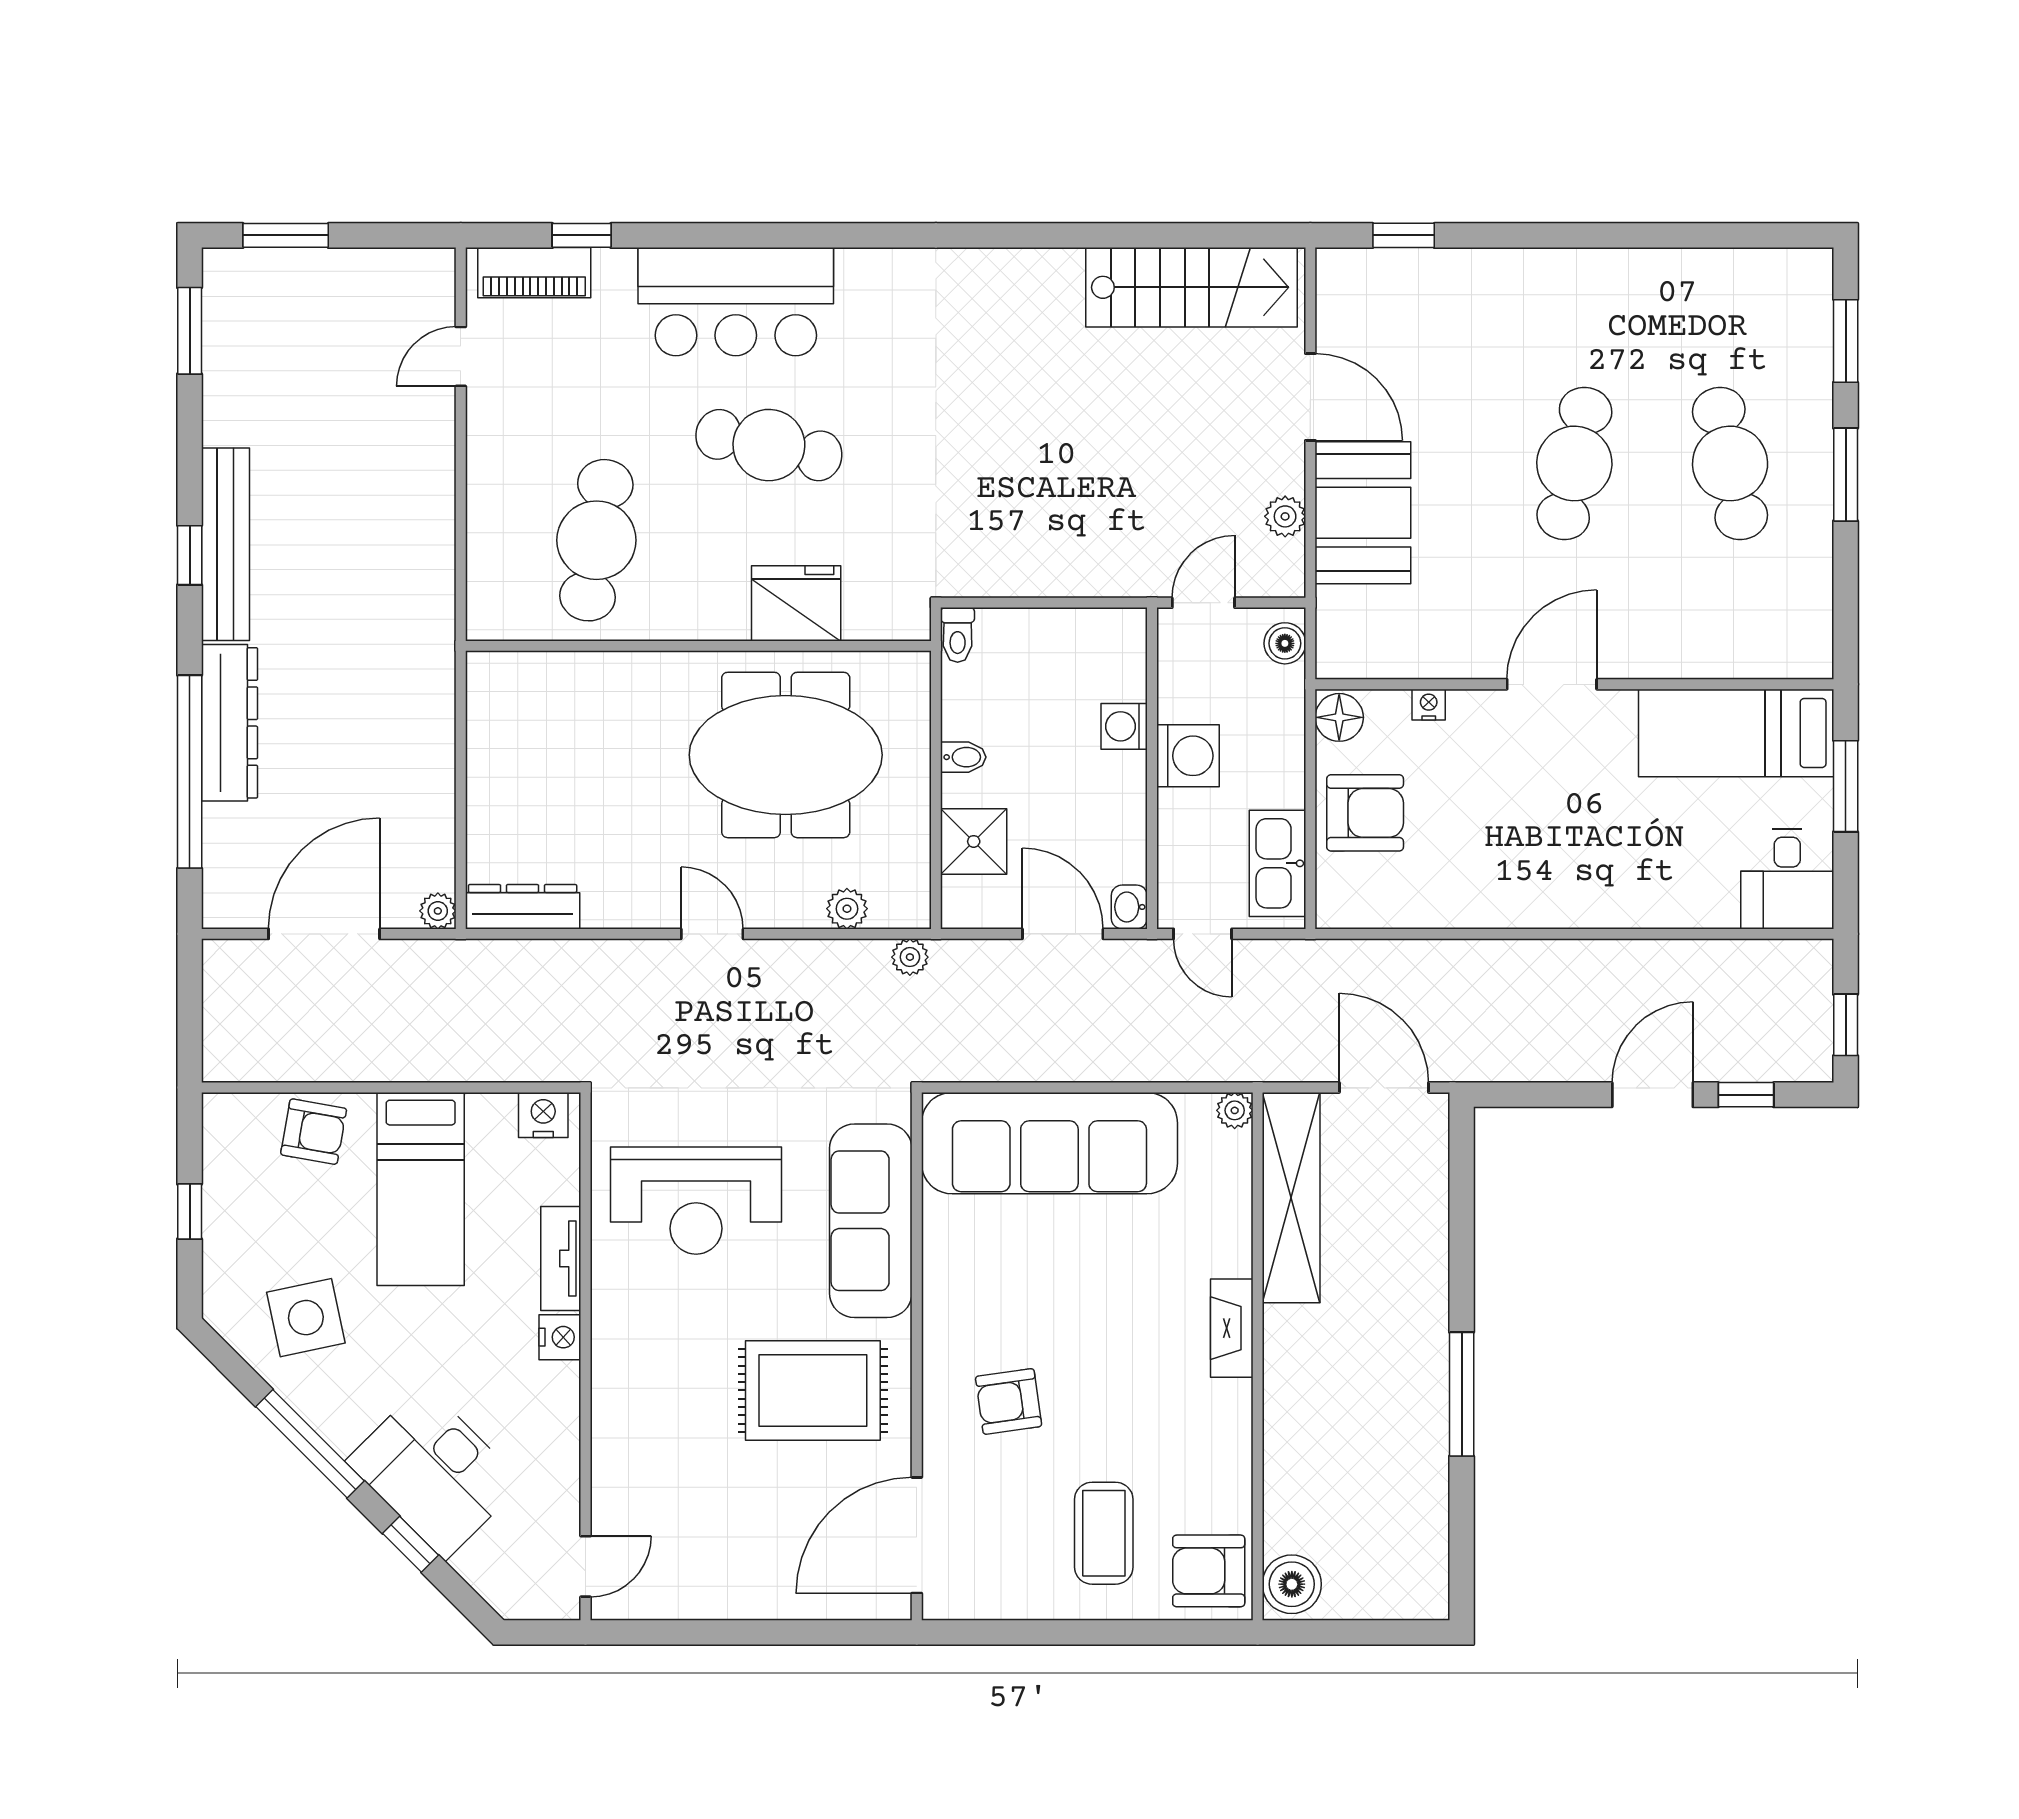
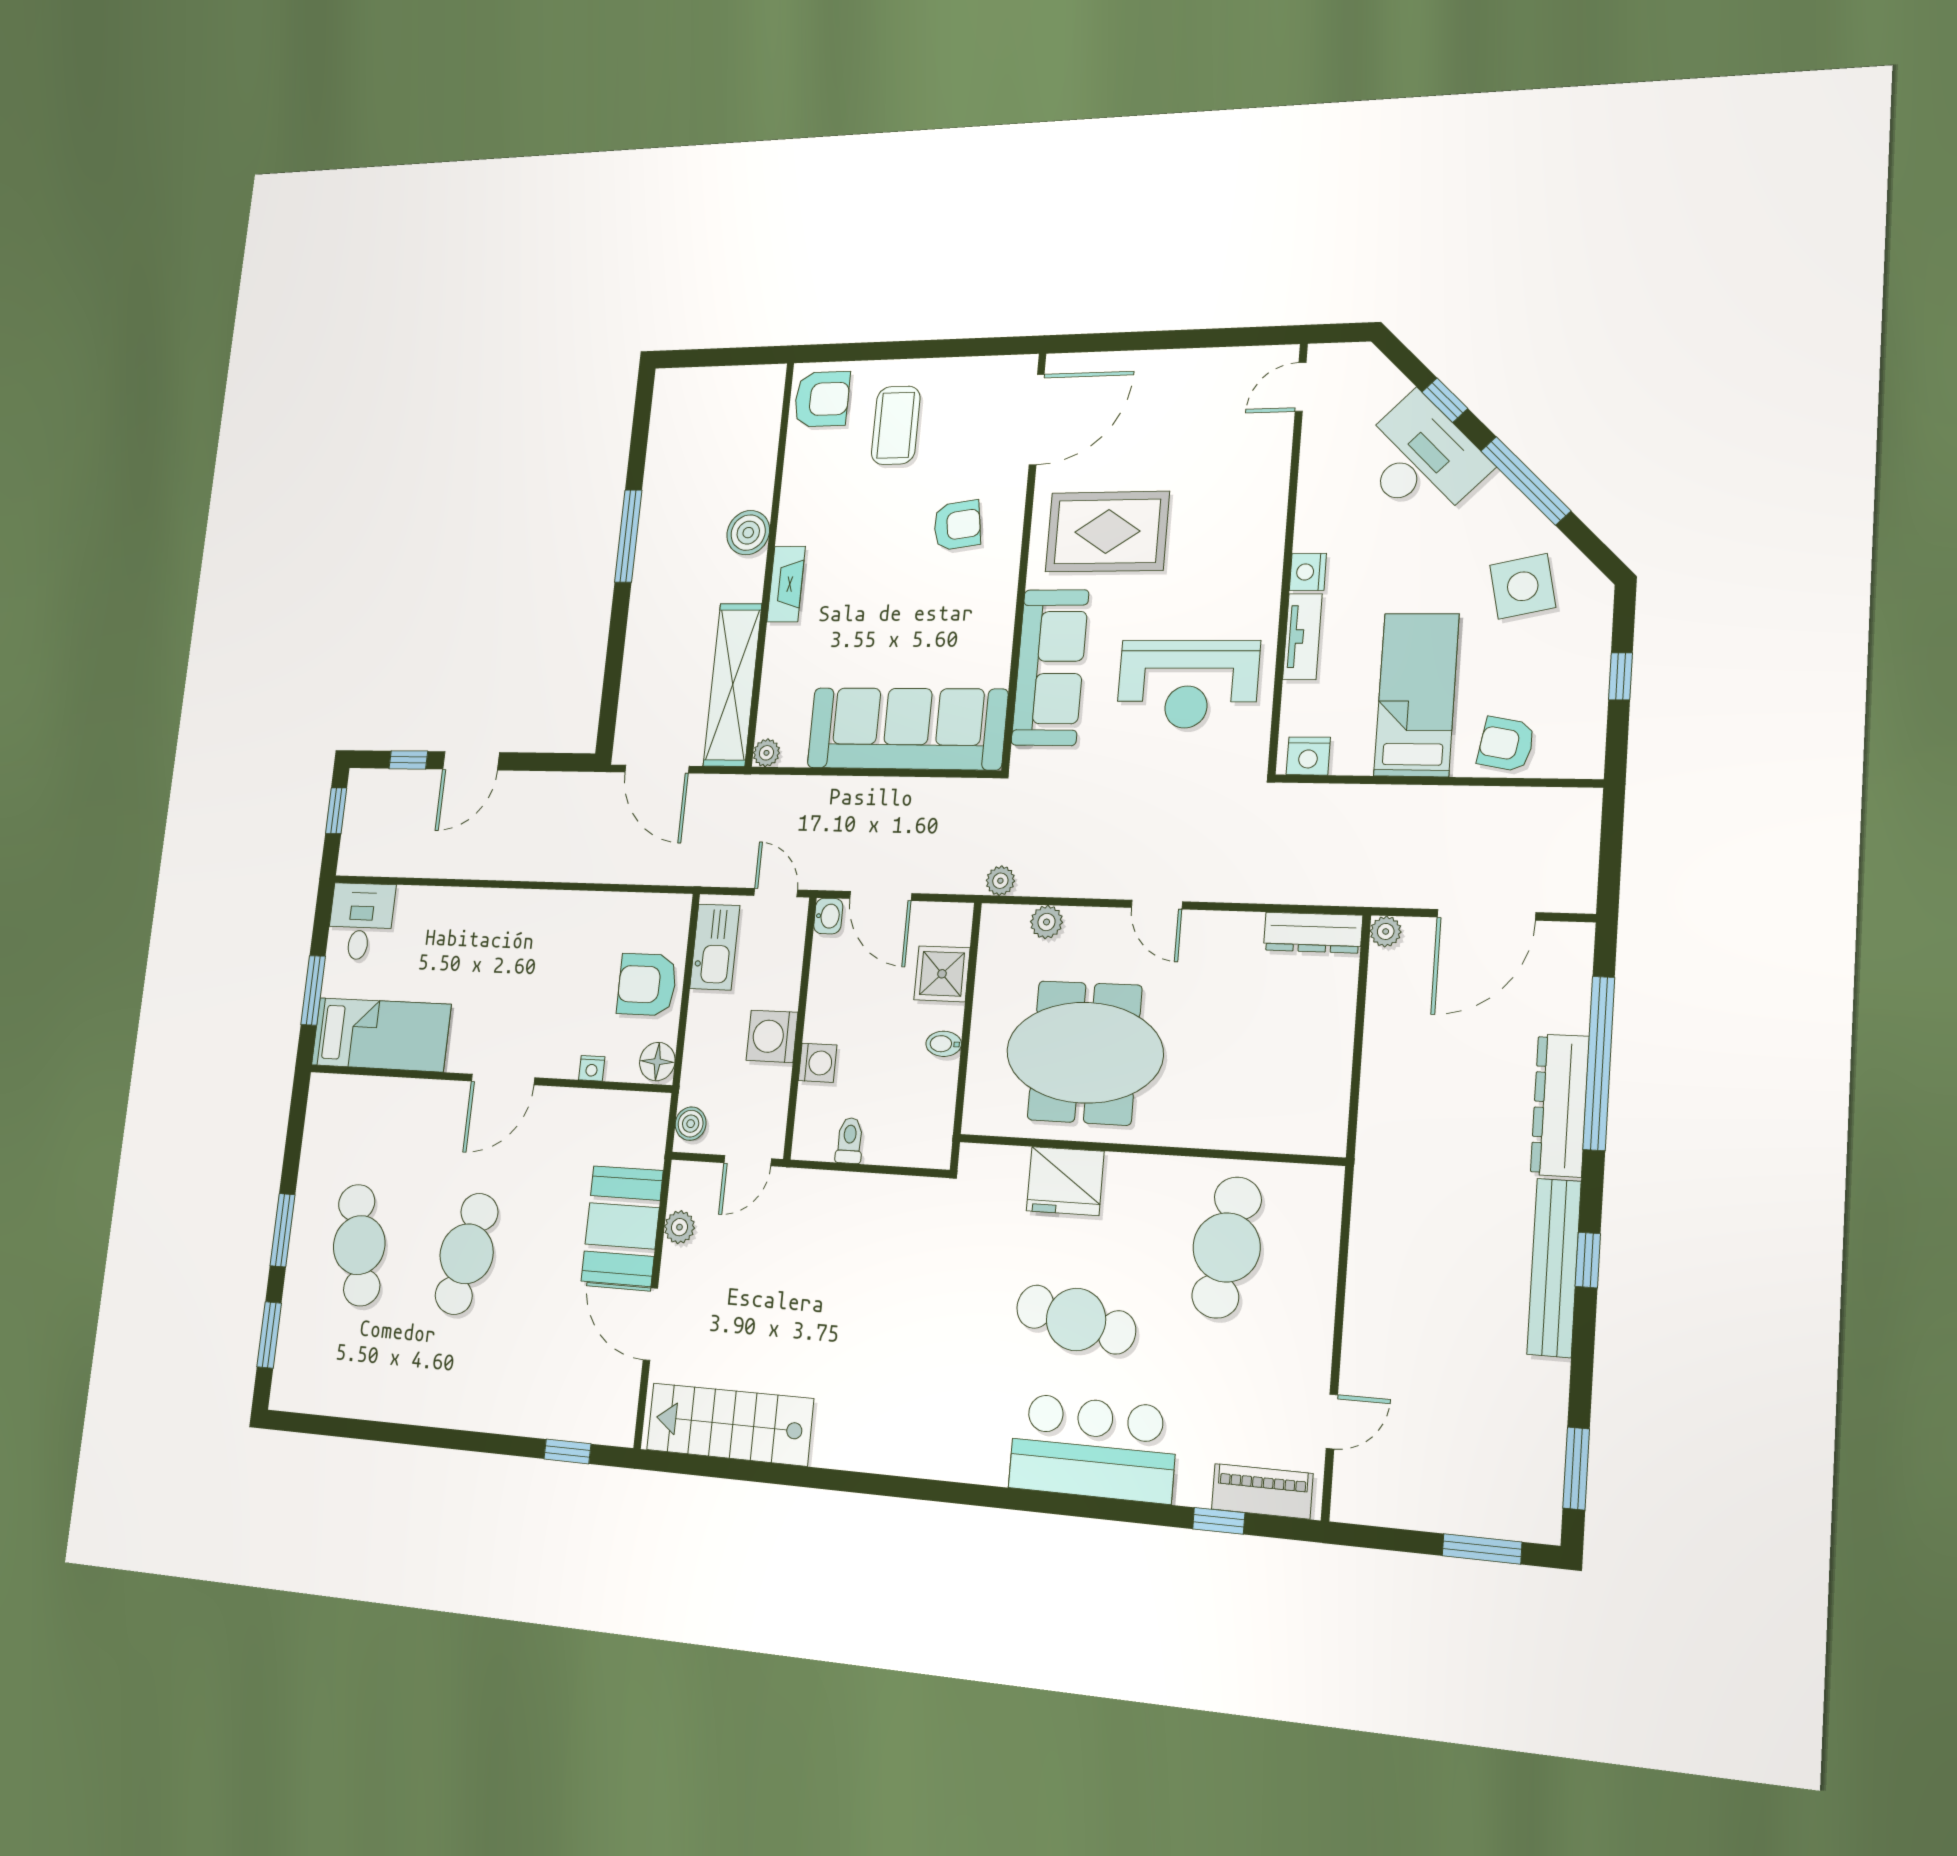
toilet: (958, 635) -> (850, 1140), moved
reception desk: (696, 1201) -> (1188, 684), turned 180
boiler: (1292, 1584) -> (748, 533), moved

